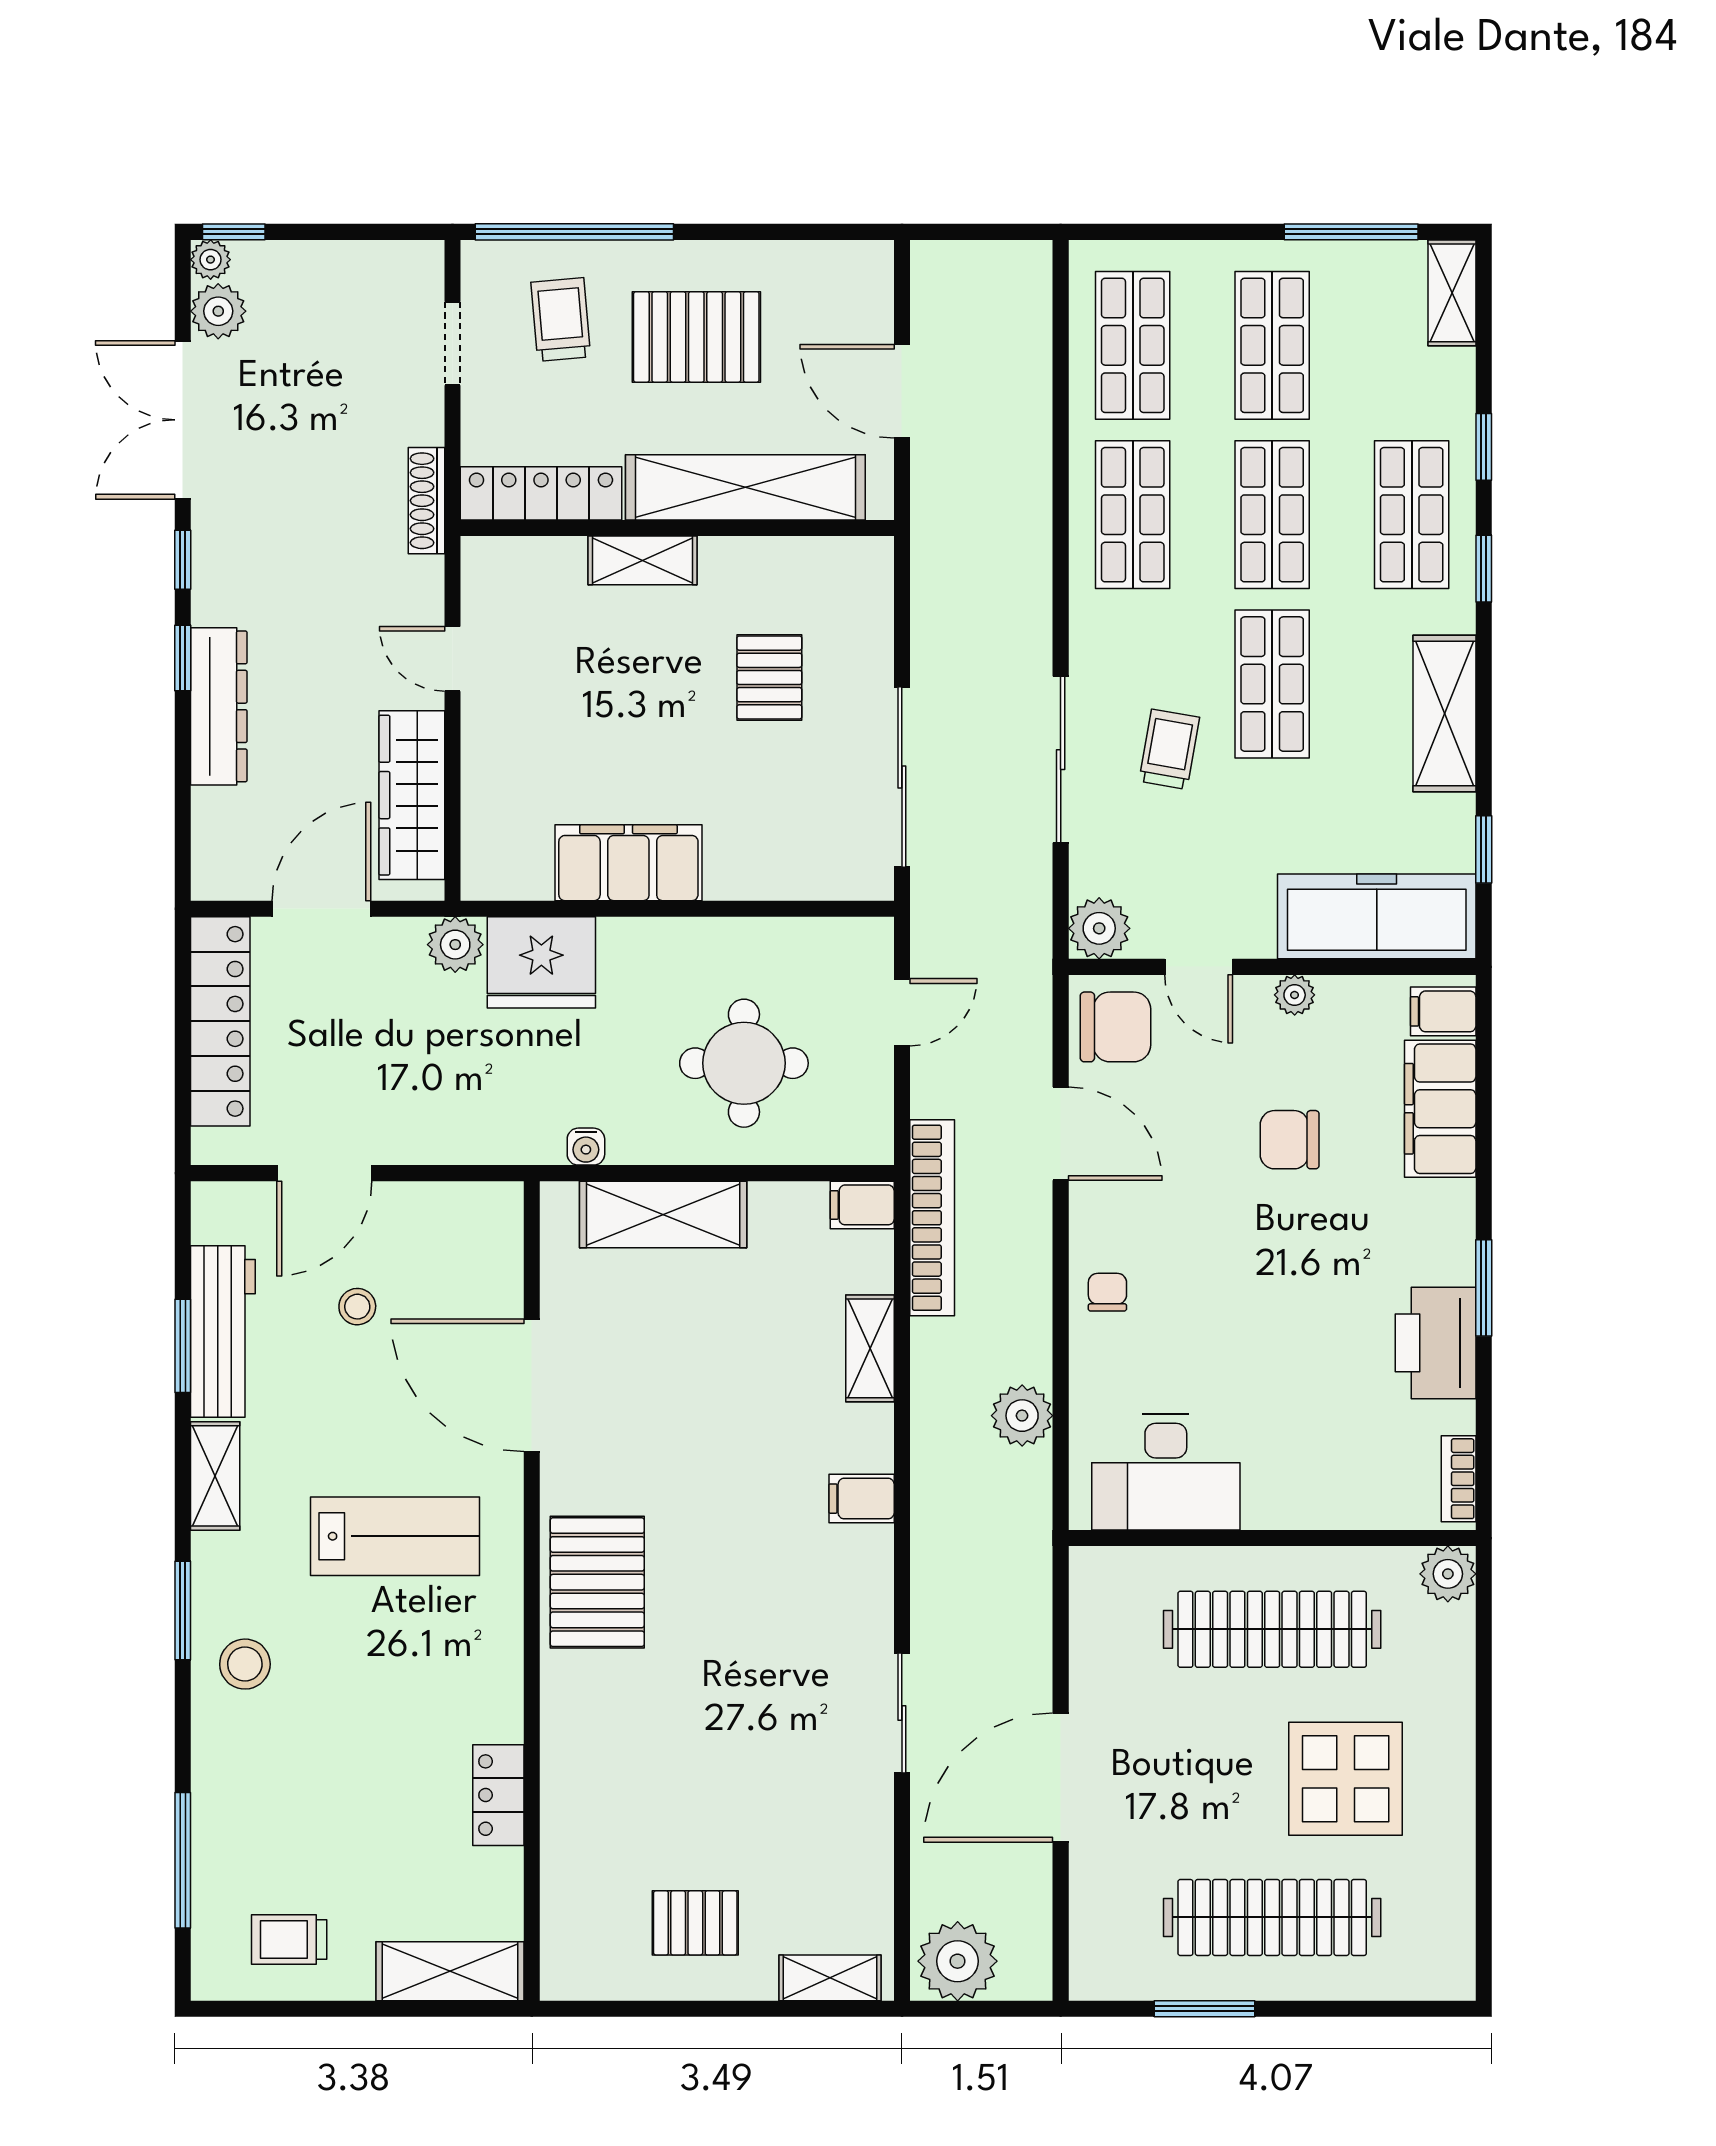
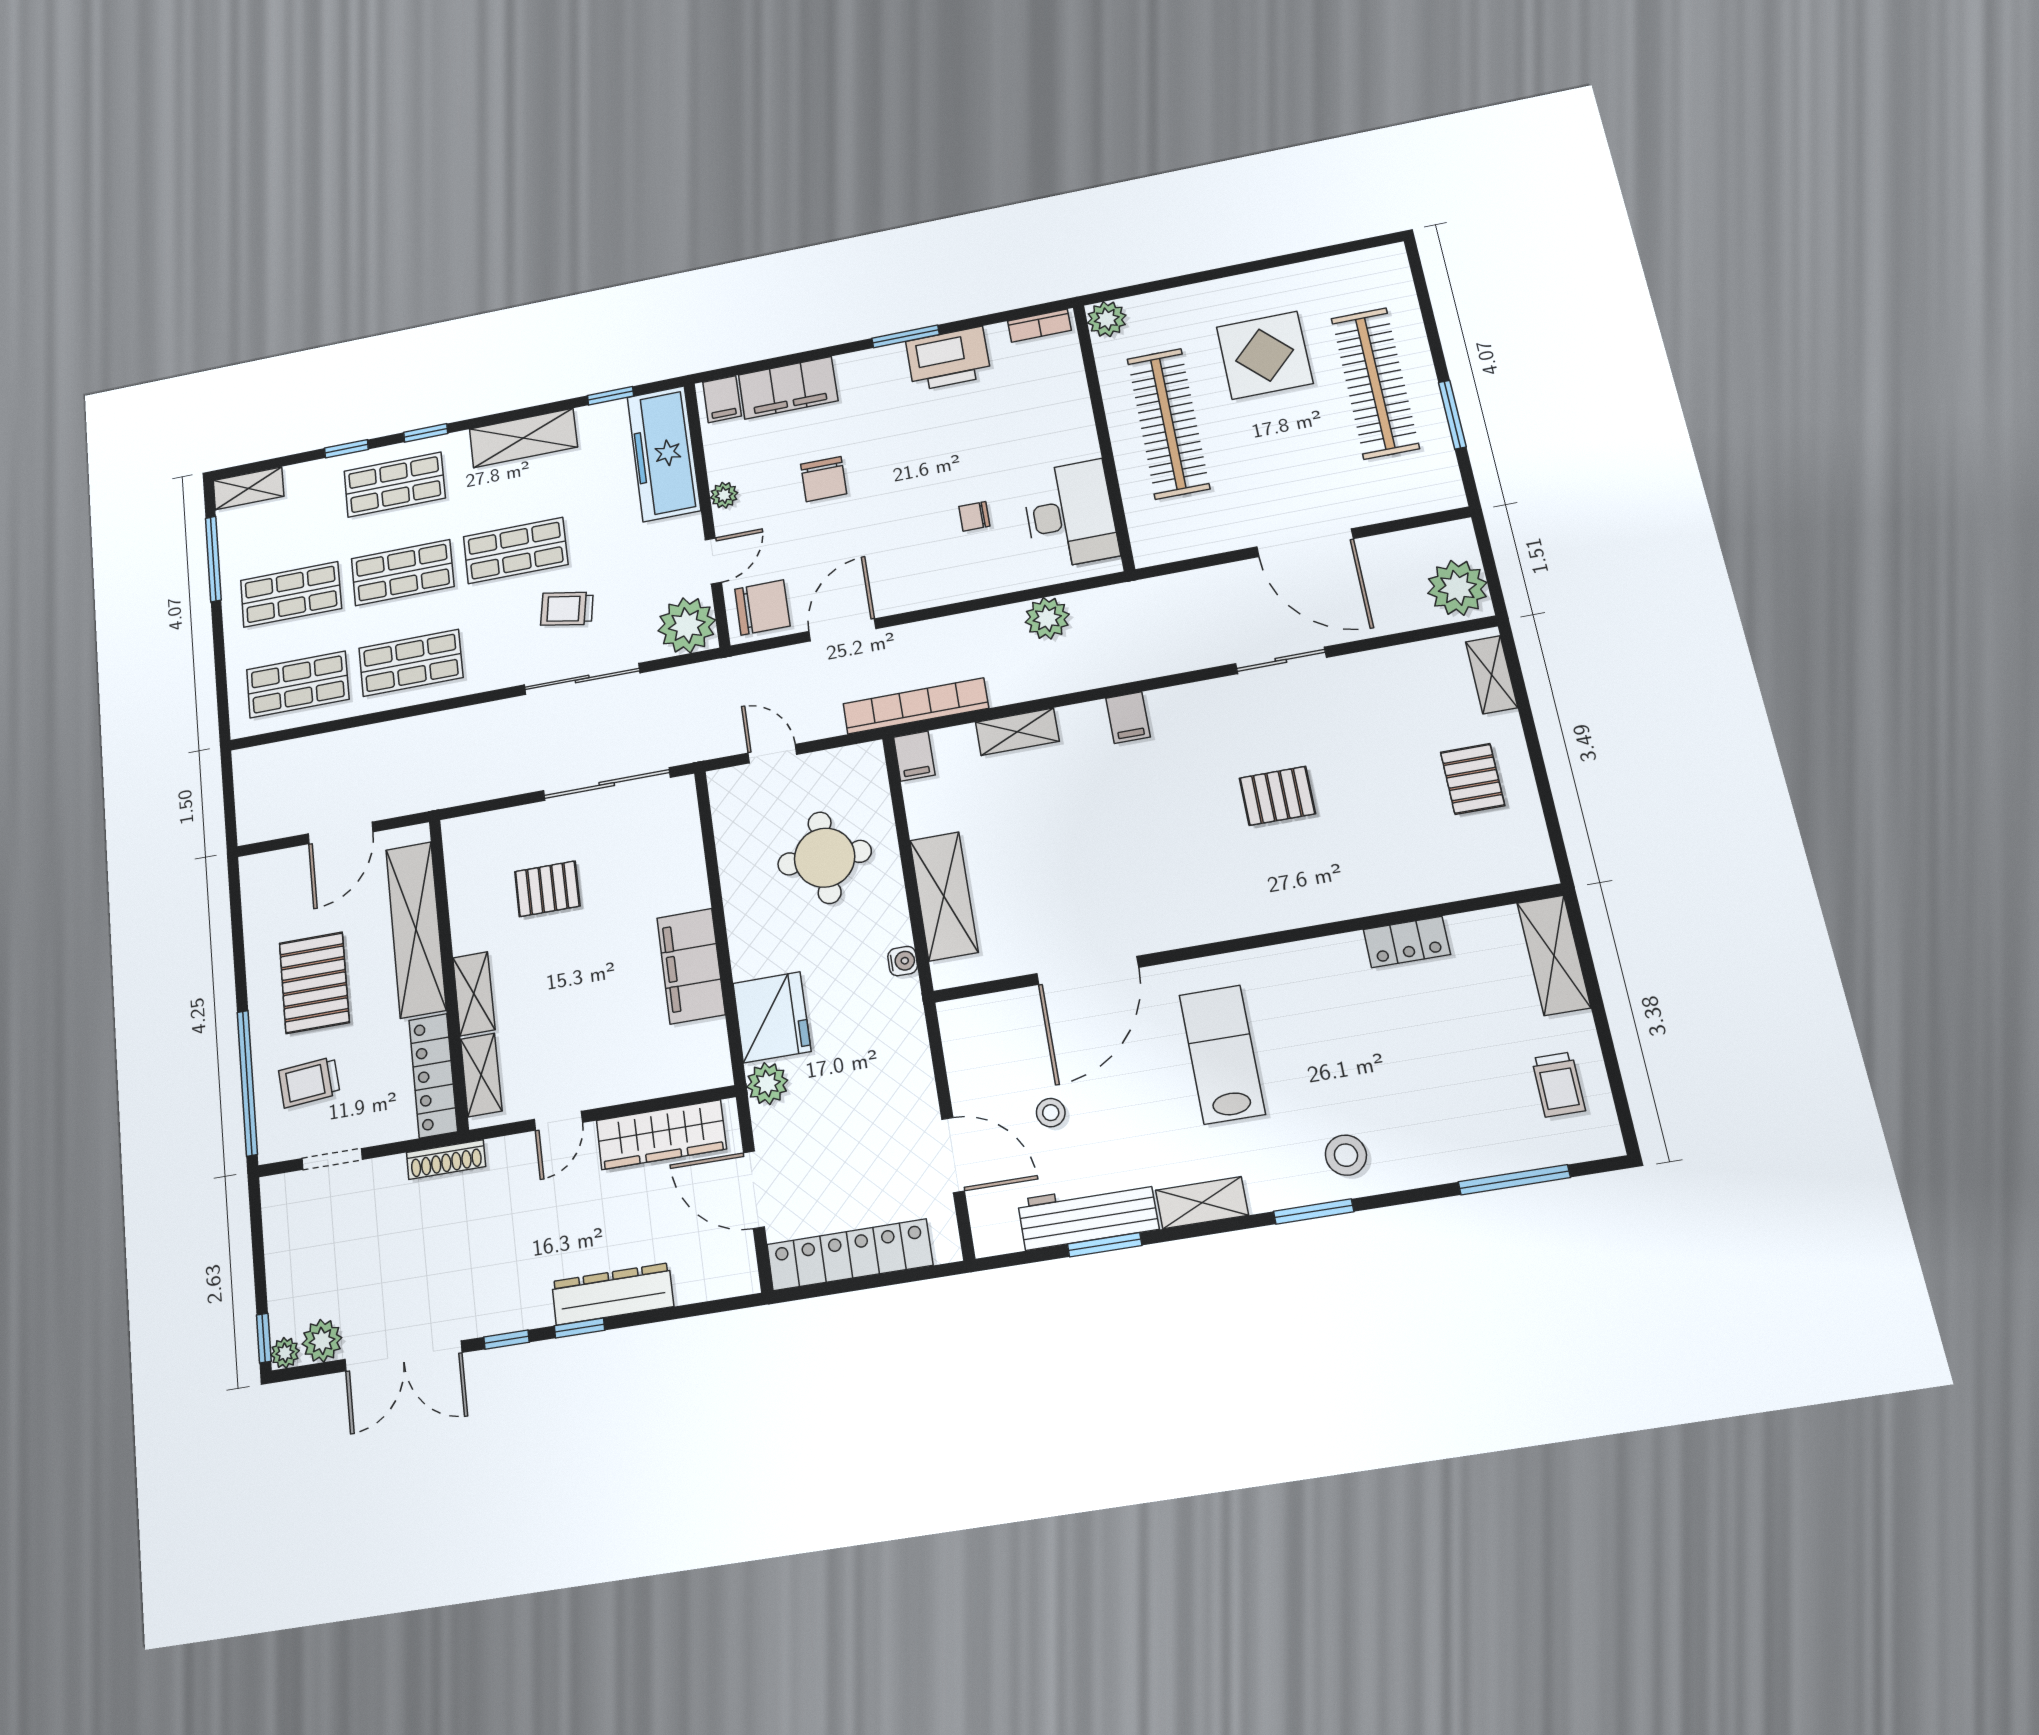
shelving: (531, 560) -> (481, 1075), added
plant: (1099, 928) -> (687, 625), width x1.36, depth x1.36
chair: (1115, 1027) -> (762, 608), turned 90
chair: (1107, 1292) -> (974, 516), moved
pallet: (597, 1582) -> (1277, 796), moved, width x0.67, depth x0.71

